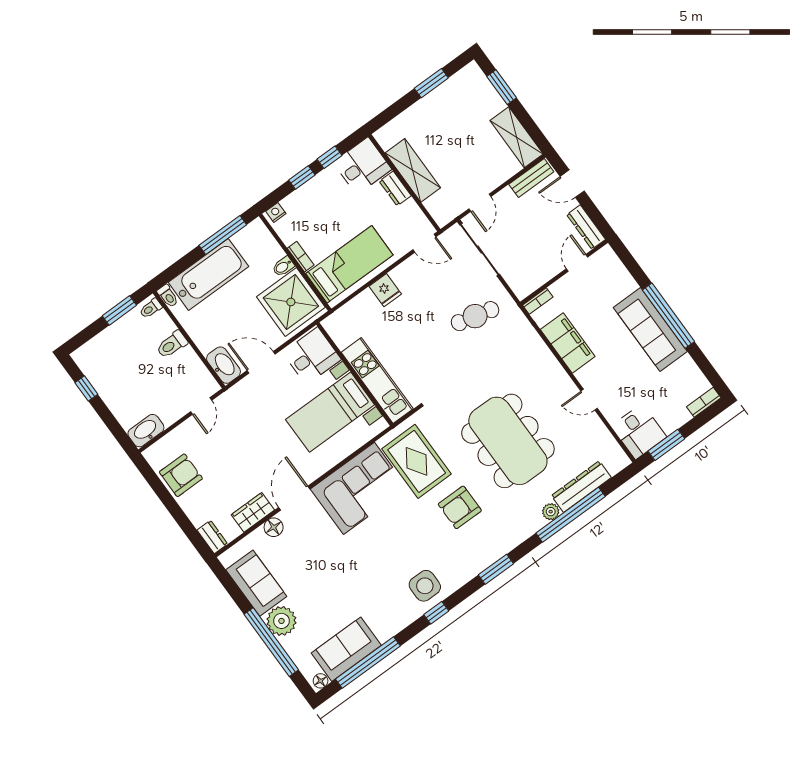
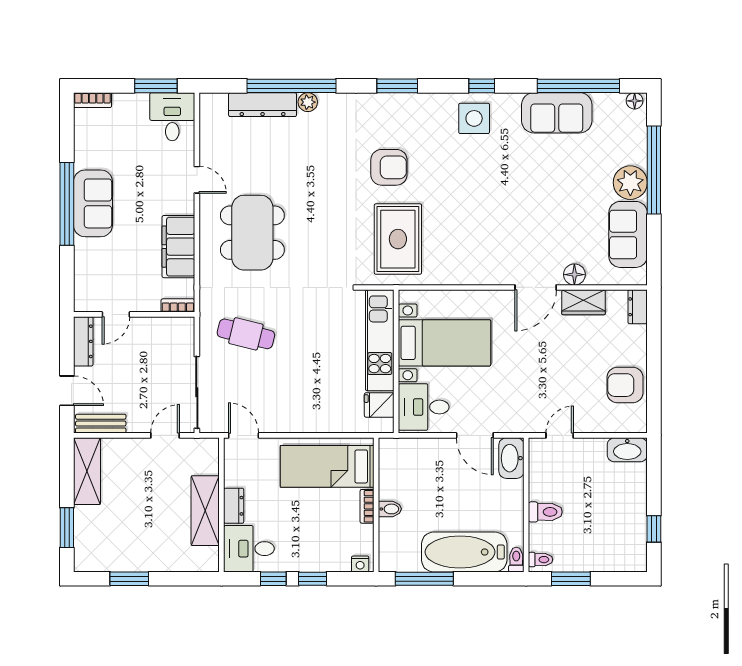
fridge: (385, 290) -> (379, 405), moved, turned -90
shower: (291, 302) -> (407, 471), removed
sofa: (650, 329) -> (93, 203), width x0.73
dining table: (508, 441) -> (252, 233), moved, width x0.73, depth x0.80
corner sofa: (359, 488) -> (469, 253), removed
sofa: (346, 649) -> (557, 113), moved

